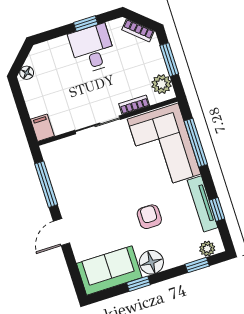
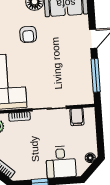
desk: (92, 49) -> (61, 162), moved
filing cabinet: (42, 128) -> (77, 117), moved

